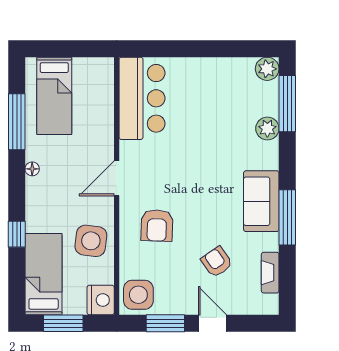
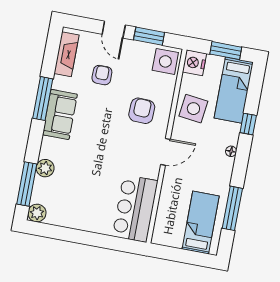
floor lamp: (32, 169) -> (231, 151), moved
armchair: (217, 262) -> (102, 75), turned -145
fireplace: (270, 273) -> (66, 54), width x1.37, depth x1.32

